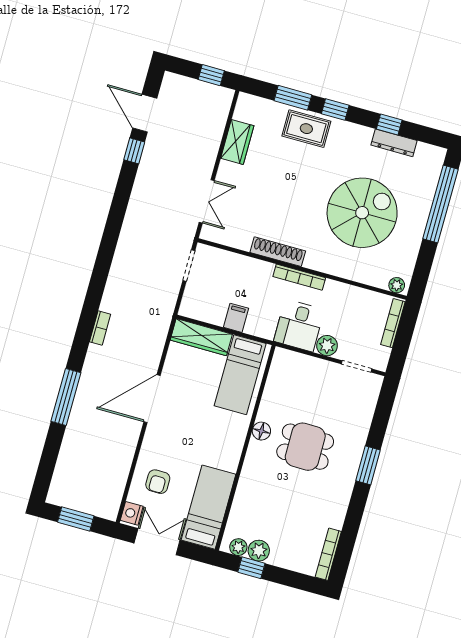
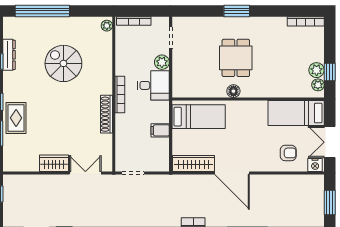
wardrobe: (237, 142) -> (54, 163), moved
spiral stairs: (362, 213) -> (63, 63), width x0.73, depth x0.73
wardrobe: (201, 337) -> (194, 163), moved, turned -90

